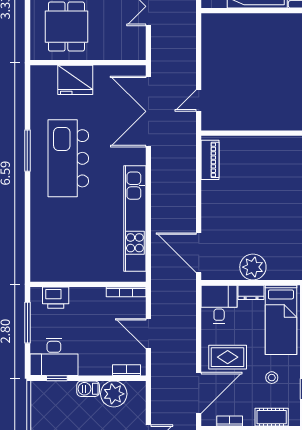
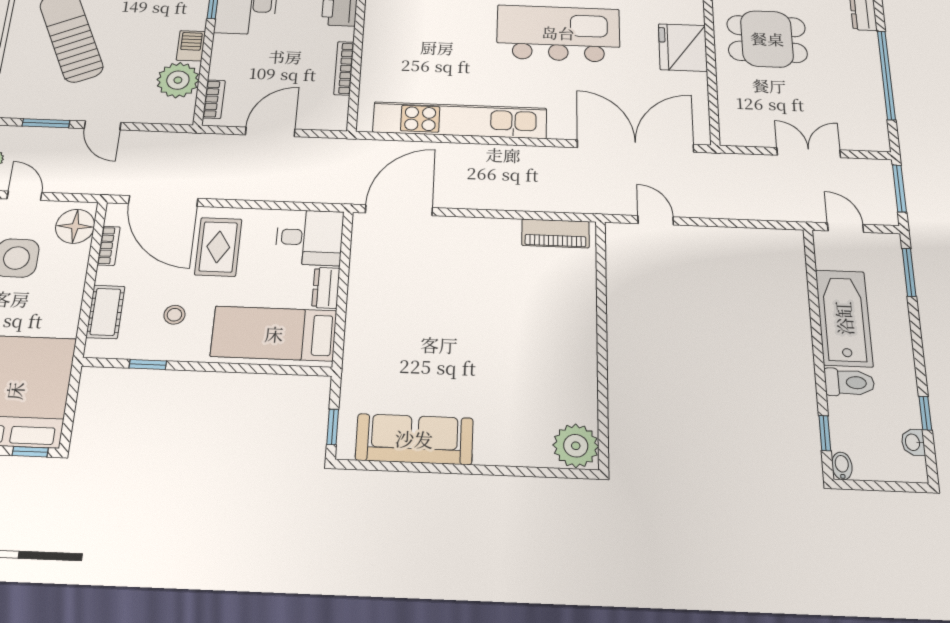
plant: (253, 267) -> (369, 292), removed
bookcase: (126, 292) -> (344, 68), moved

